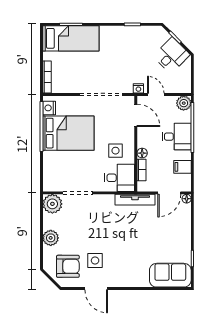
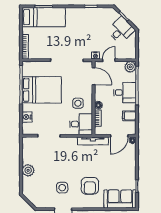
door: (156, 94) -> (109, 60), hinge flipped
nightstand: (49, 108) -> (27, 117), moved
plant: (52, 204) -> (29, 144), removed
armchair: (68, 266) -> (90, 186), moved, turned 90

